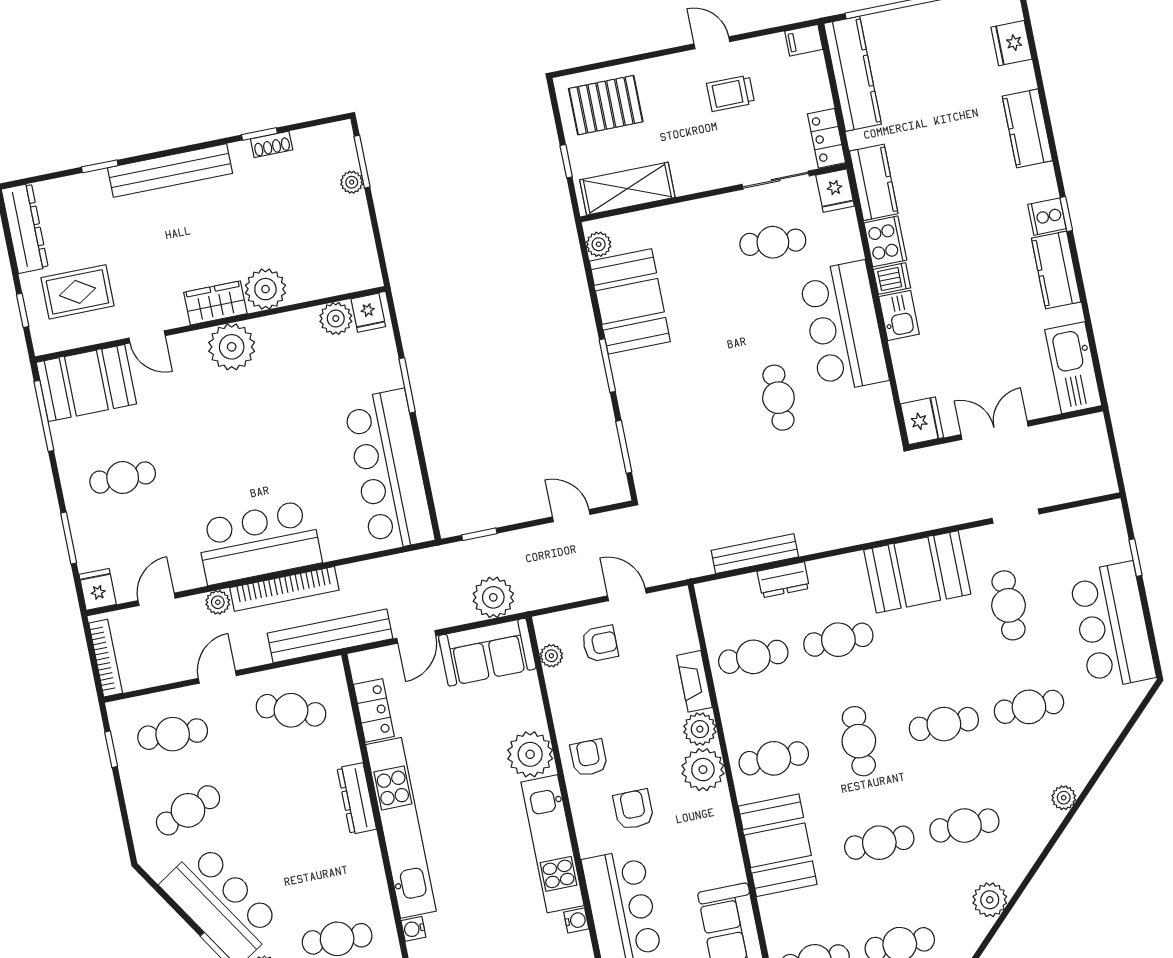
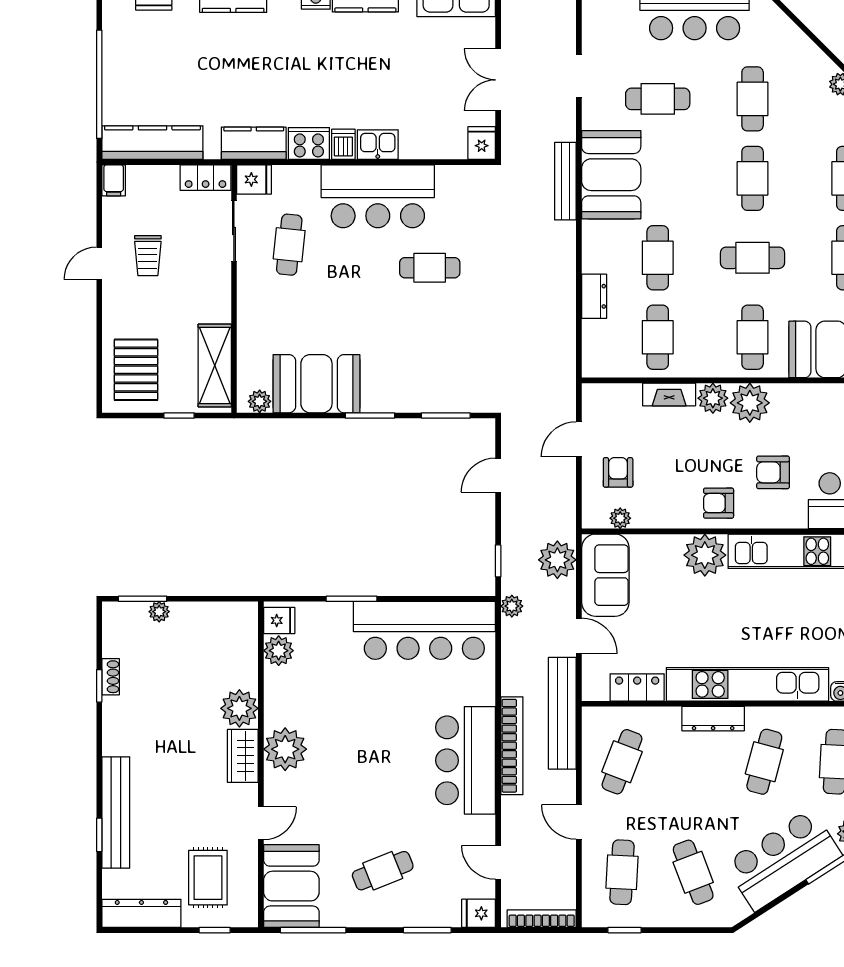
bench: (170, 171) -> (116, 812), moved
fridge: (922, 421) -> (482, 143), width x0.72
cafe table: (123, 478) -> (383, 871), turned 68
bench: (755, 554) -> (565, 181), moved
plant: (218, 602) -> (512, 606), moved
cafe table: (322, 863) -> (764, 762), added

